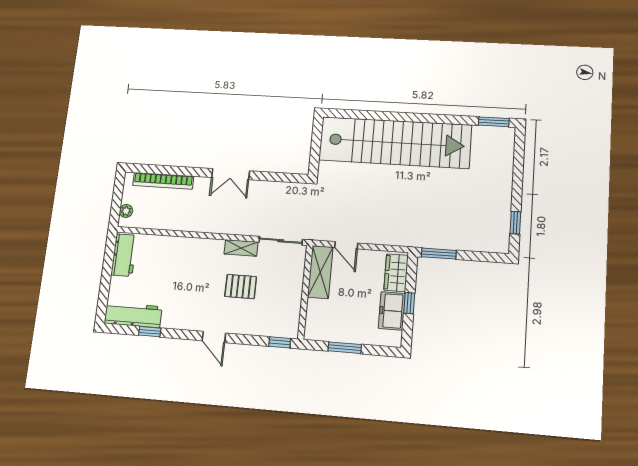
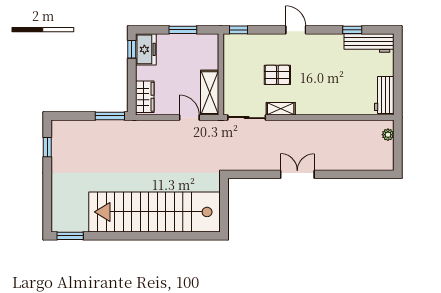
bookcase: (163, 181) -> (358, 164), removed
window: (409, 303) -> (132, 49), moved
freezer: (392, 311) -> (146, 49), moved

